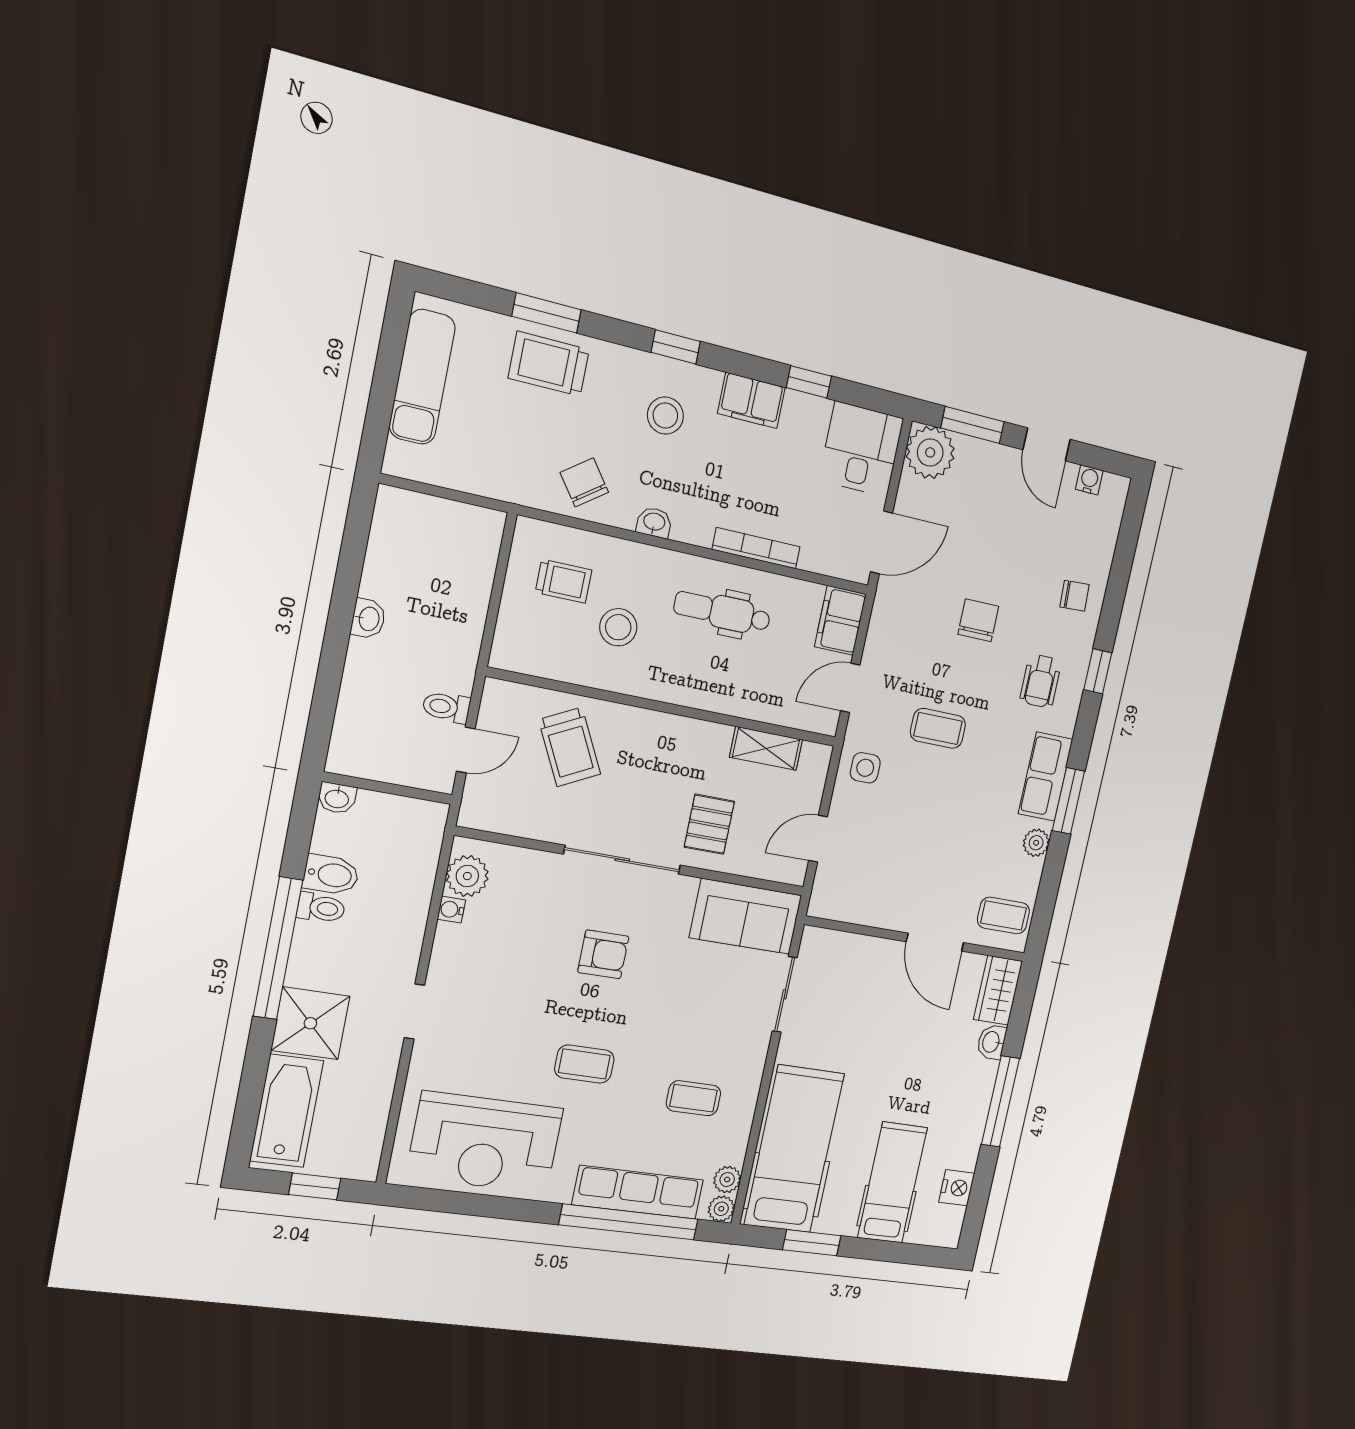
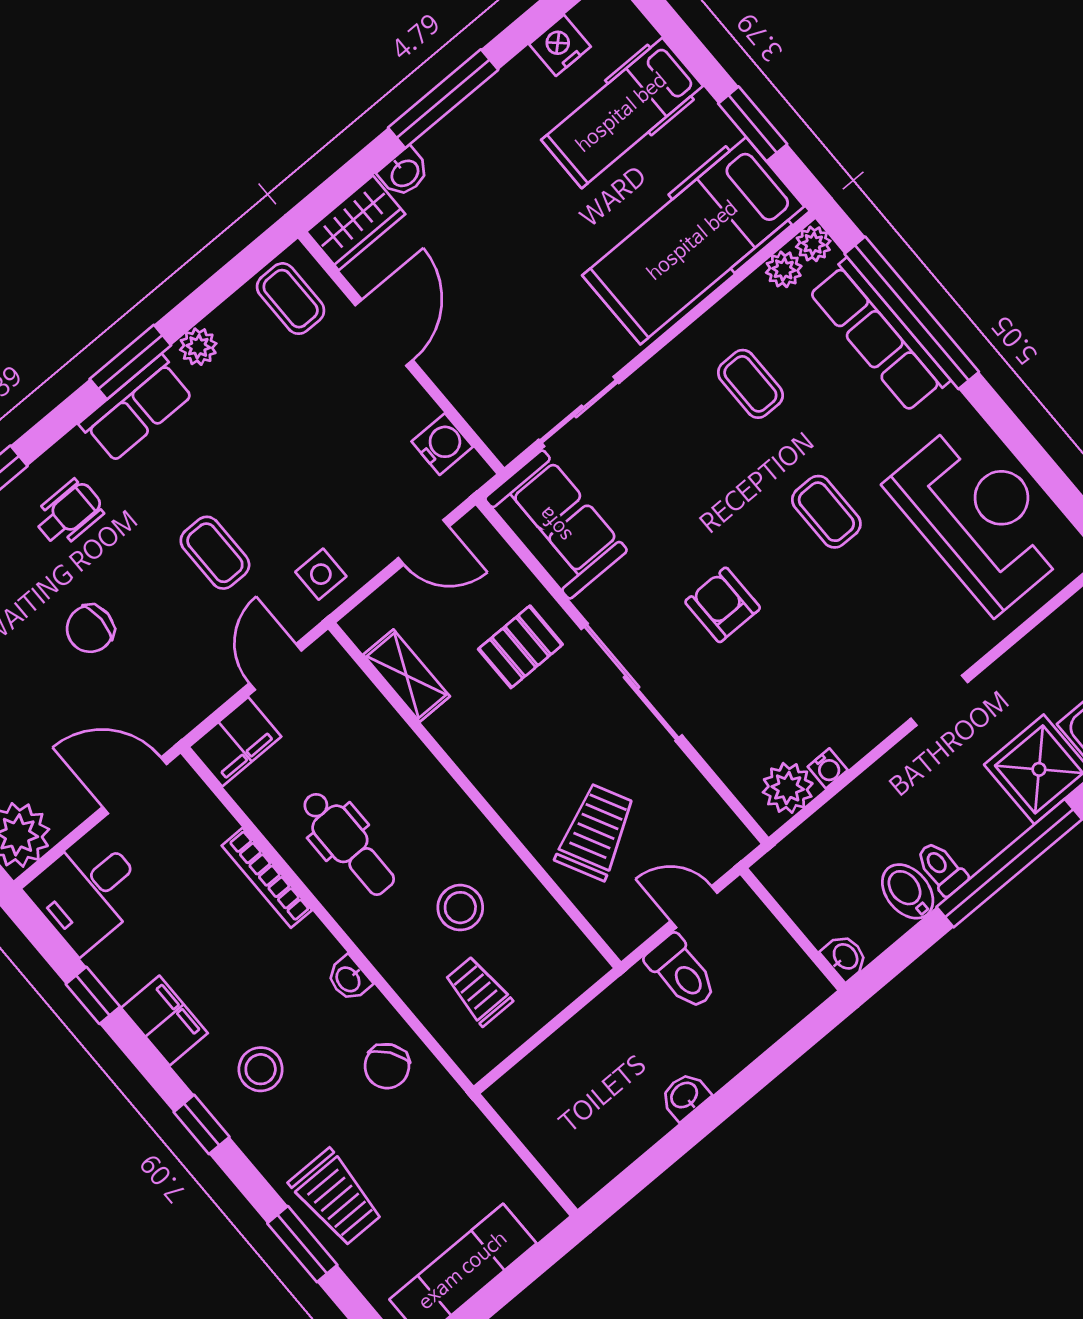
door: (850, 688) -> (275, 667), swing flipped
toilet: (446, 707) -> (682, 972), width x1.37, depth x1.39
water cooler: (851, 906) -> (442, 444), added

